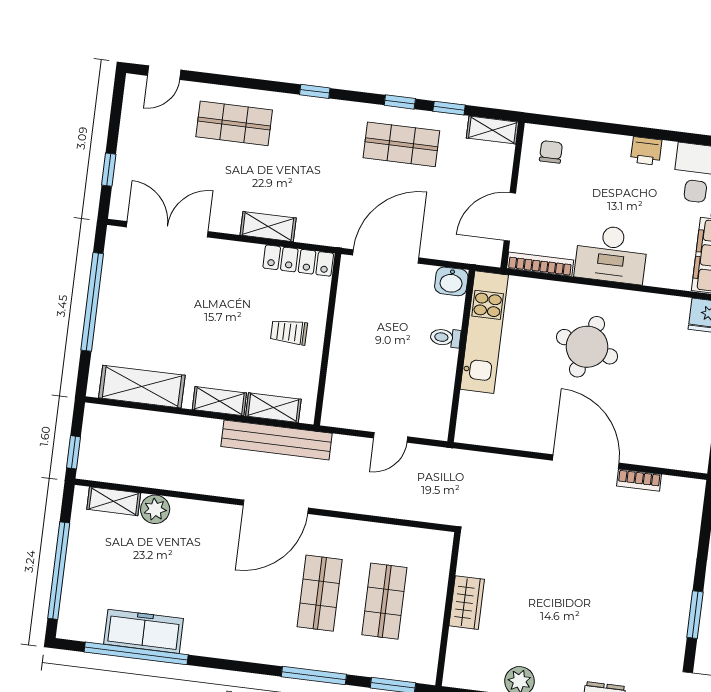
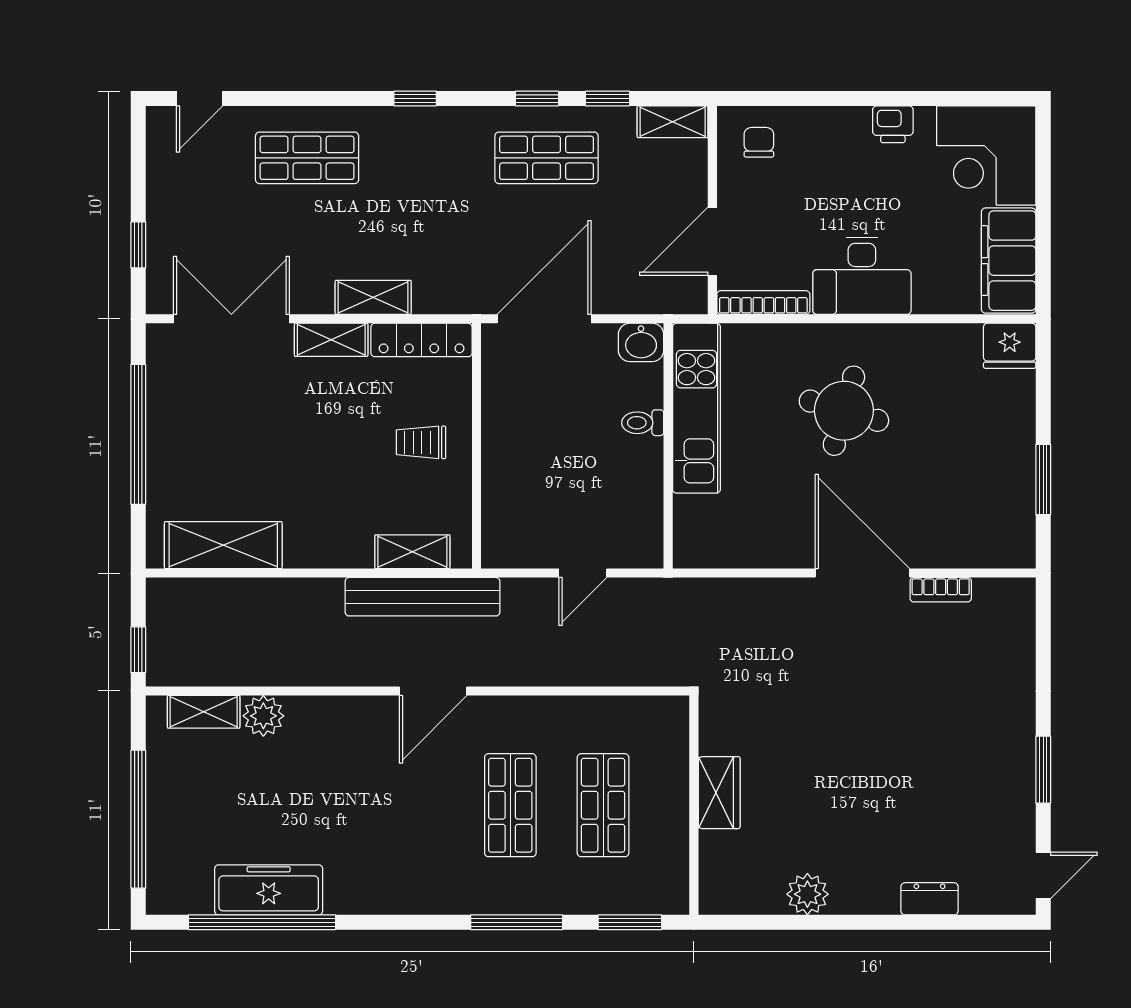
shelving: (219, 401) -> (331, 340), moved
door: (276, 507) -> (433, 691), width x0.73

